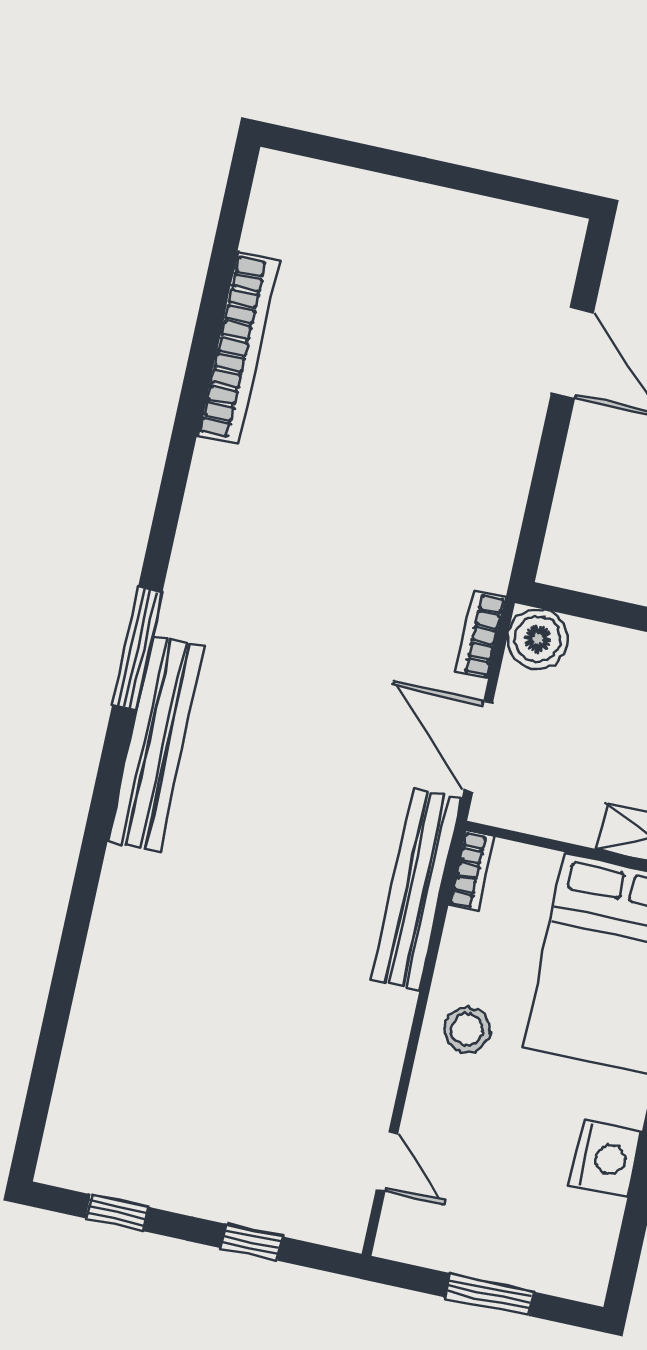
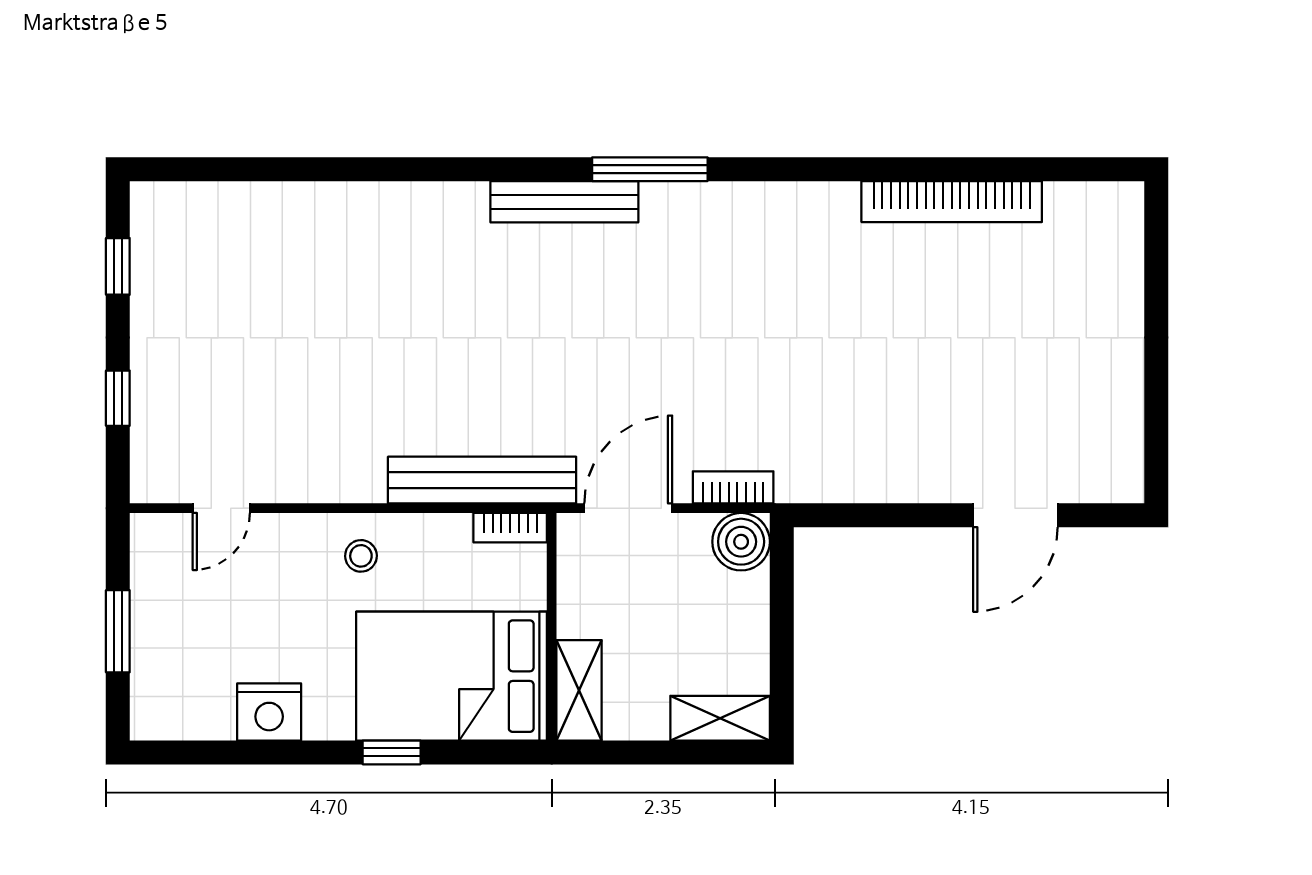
bench: (156, 744) -> (564, 202), width x0.73, depth x0.82
stool: (467, 1030) -> (361, 556), width x0.73, depth x0.73

